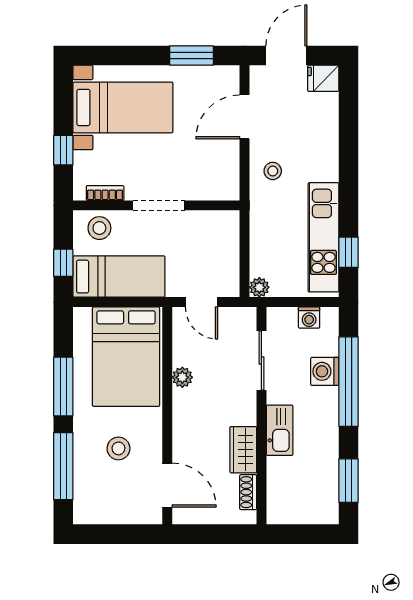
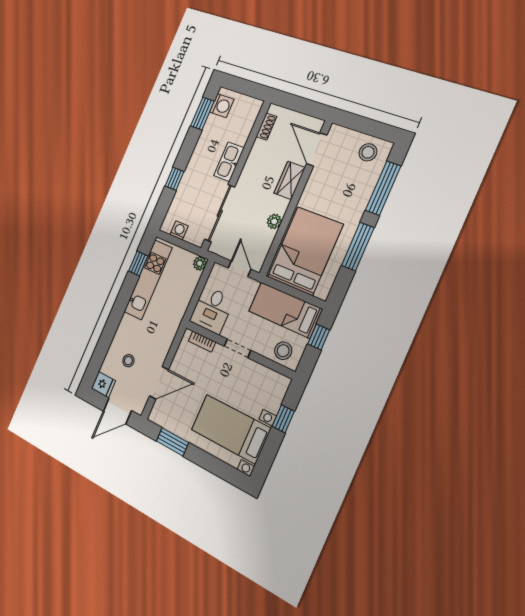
stool: (273, 171) -> (128, 361), moved
bookcase: (105, 193) -> (202, 341), moved
doorway: (159, 205) -> (237, 348), width x0.73
desk: (215, 237) -> (212, 310), added
sliding door: (261, 360) -> (220, 213), width x1.37
washing machine: (325, 371) -> (222, 106), moved
window: (349, 382) -> (174, 179), width x0.32
stool: (118, 448) -> (368, 152), moved
wardrobe: (243, 450) -> (290, 180), moved, turned 180

